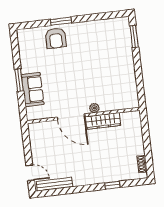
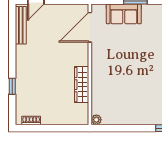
plant: (94, 108) -> (96, 120), moved
door: (71, 117) -> (90, 27), moved

